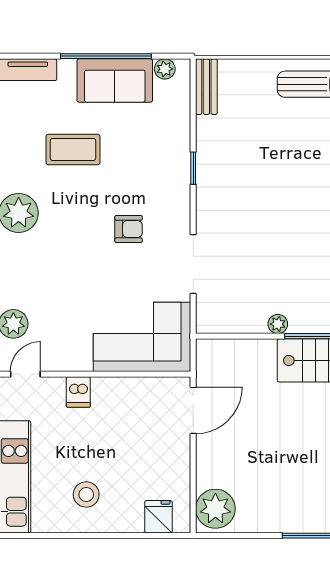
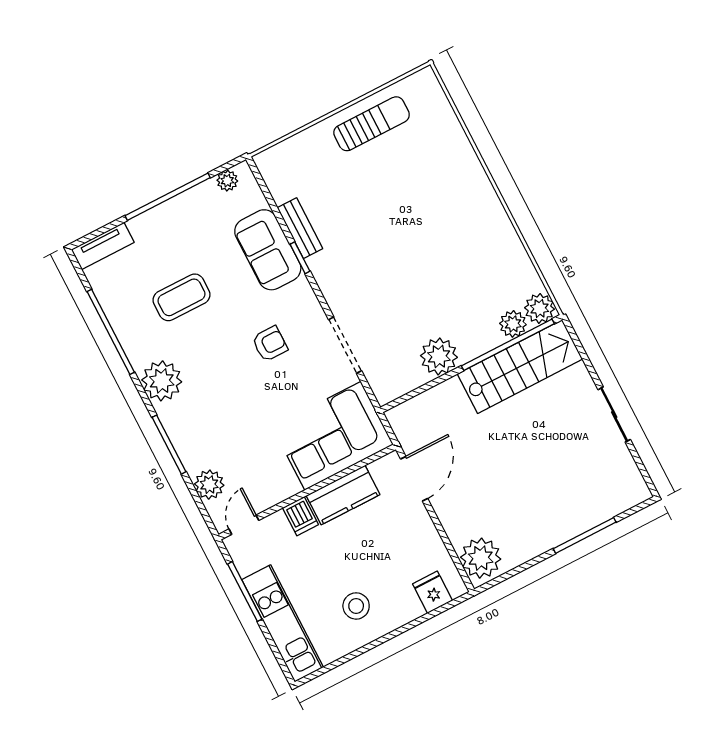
sofa: (115, 80) -> (268, 250), moved, turned 90
bench: (206, 87) -> (300, 228), moved
plant: (278, 324) -> (439, 356), width x1.88, depth x1.88
kitchen counter: (124, 393) -> (343, 495), added

